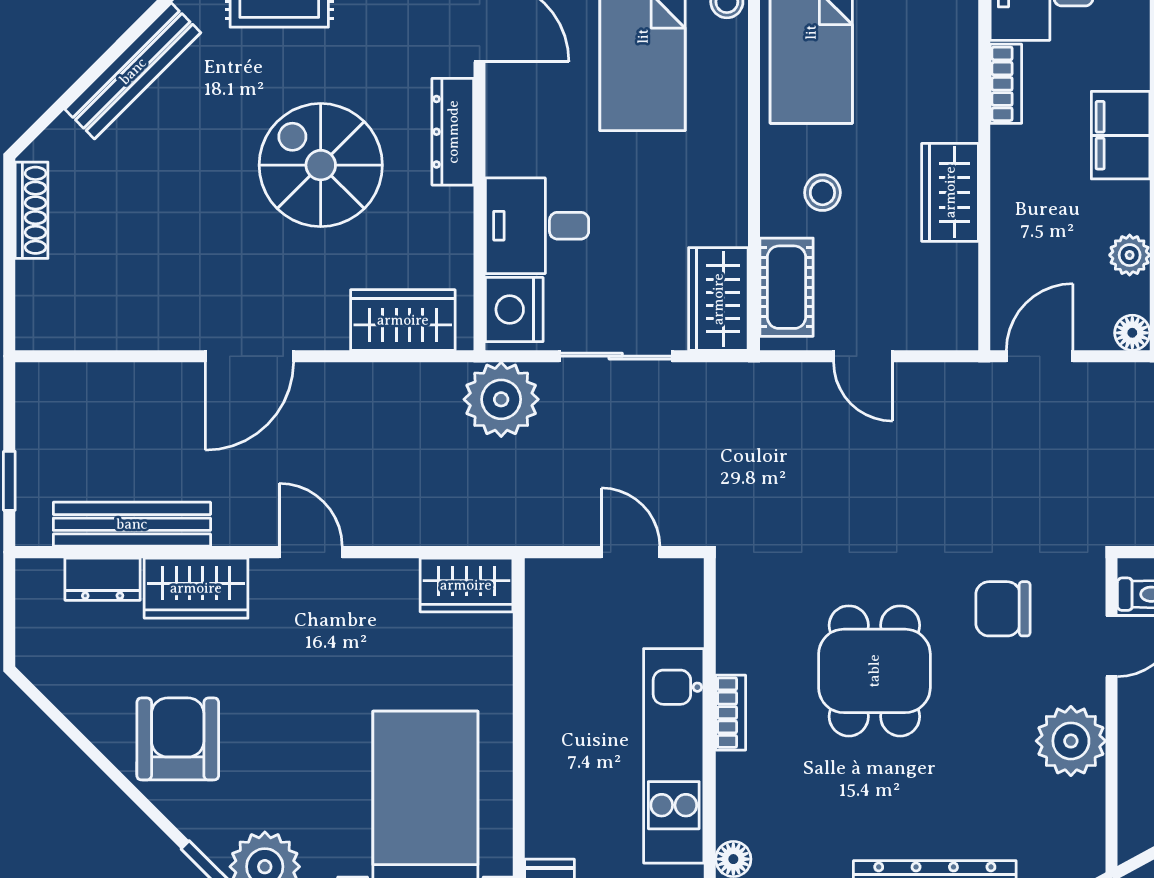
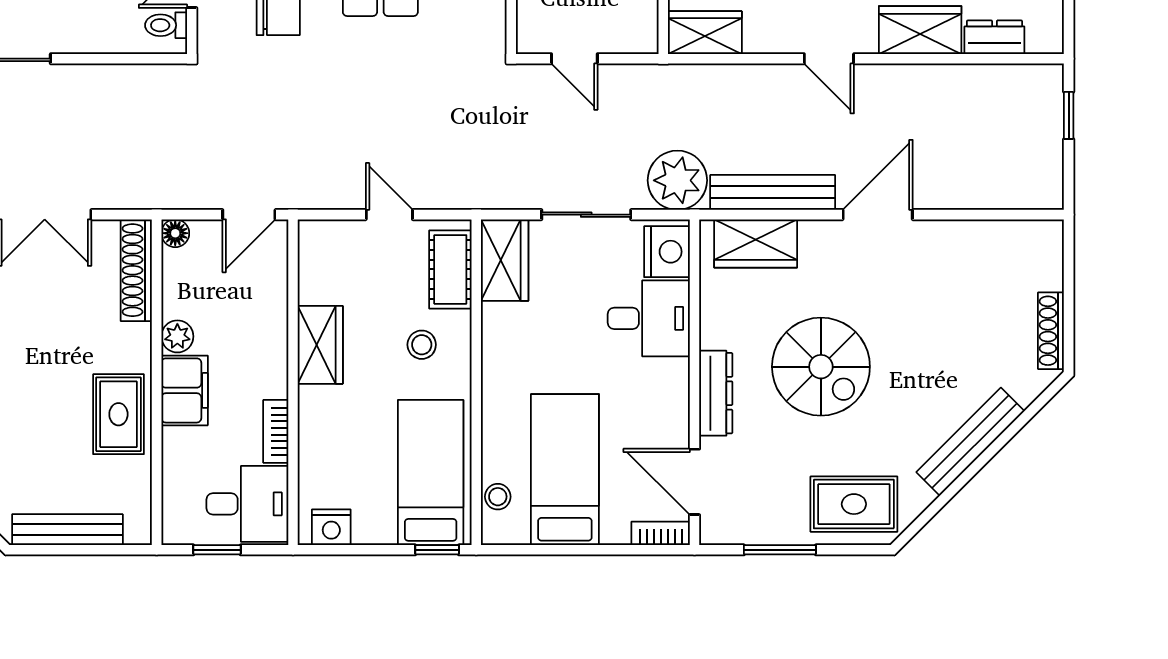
plant: (1130, 255) -> (177, 336), moved
bench: (132, 524) -> (773, 192), moved

